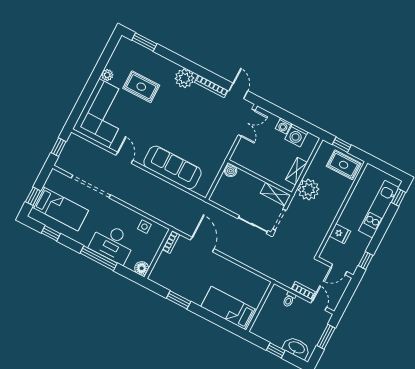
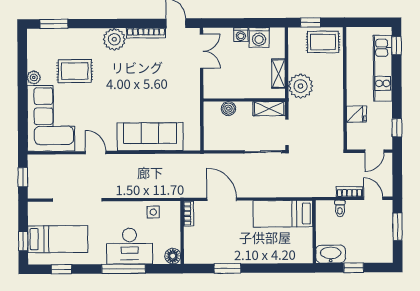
boiler: (231, 171) -> (228, 109), moved
bed: (229, 308) -> (283, 214), moved
washbasin: (296, 348) -> (331, 254), moved

